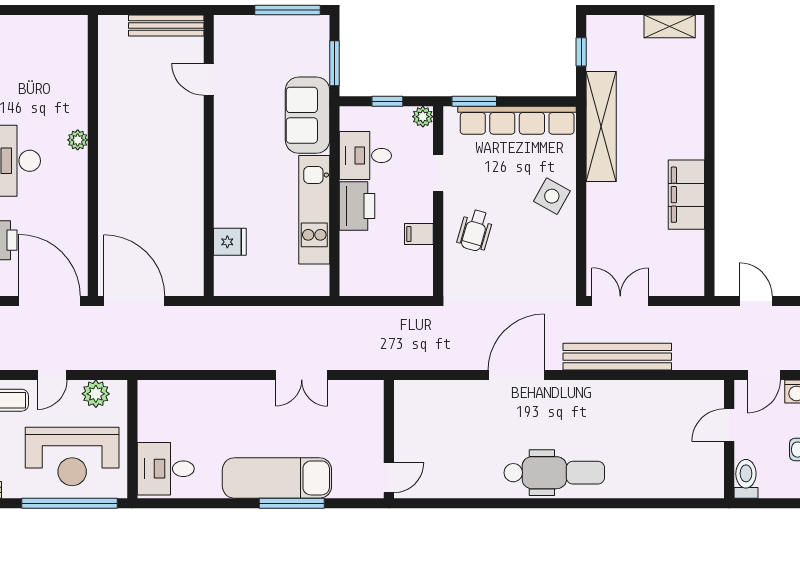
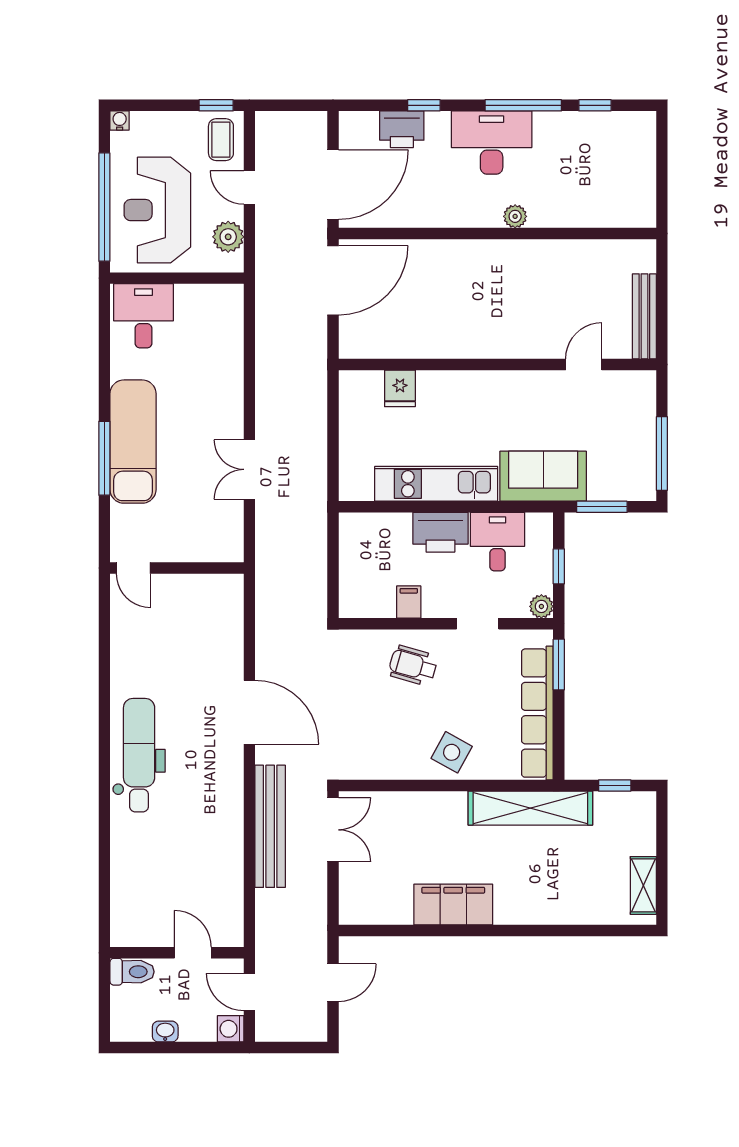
dental chair: (554, 473) -> (139, 755), turned 180

